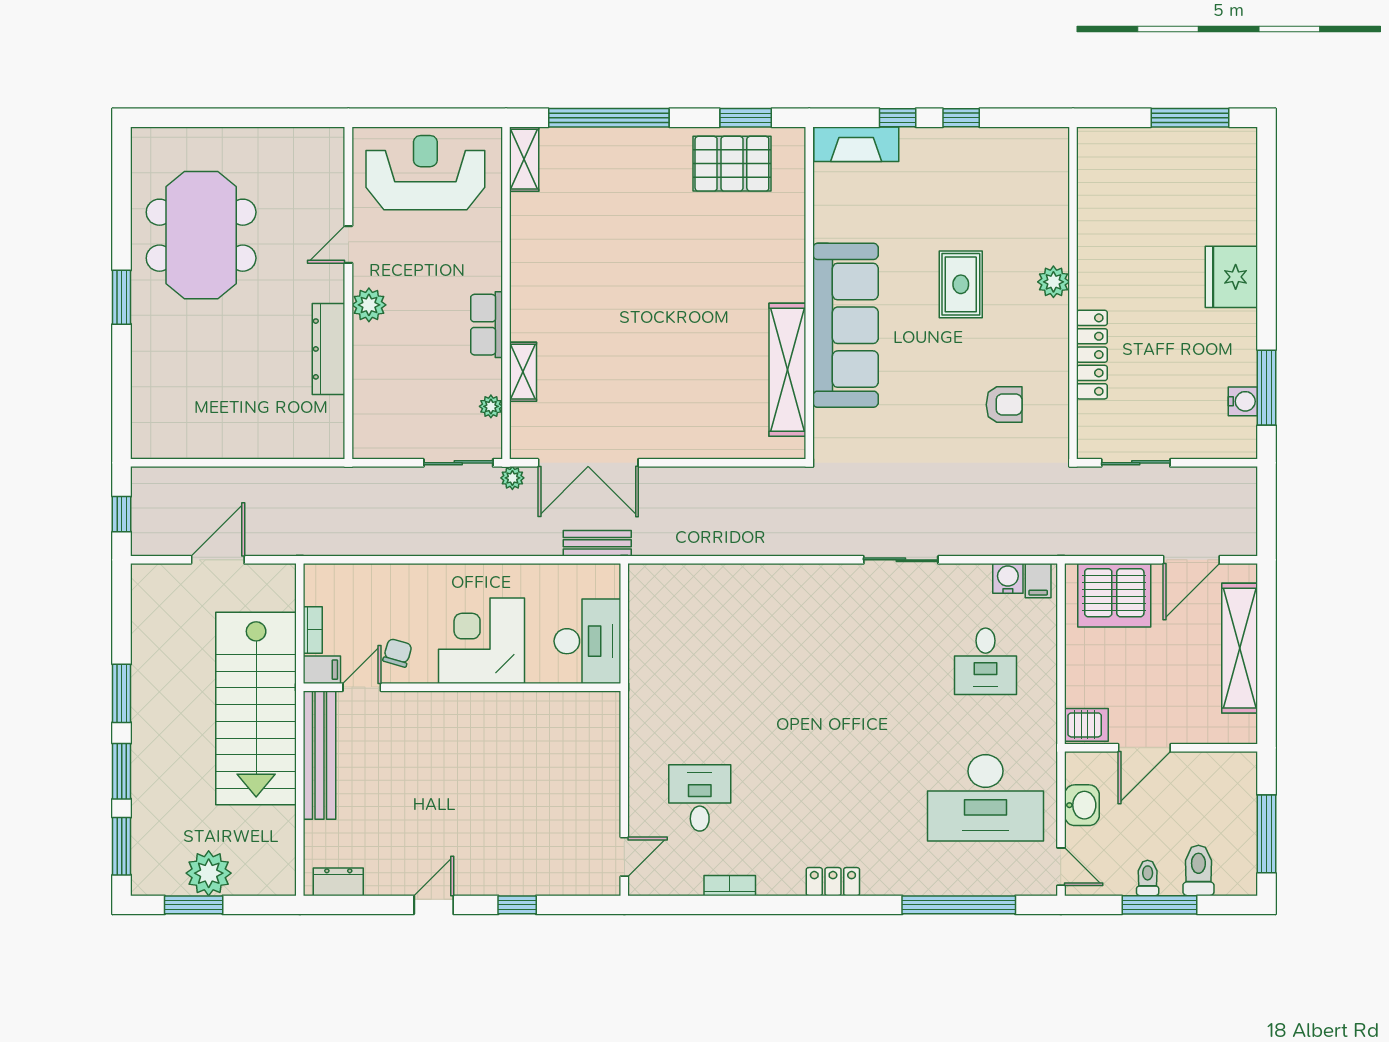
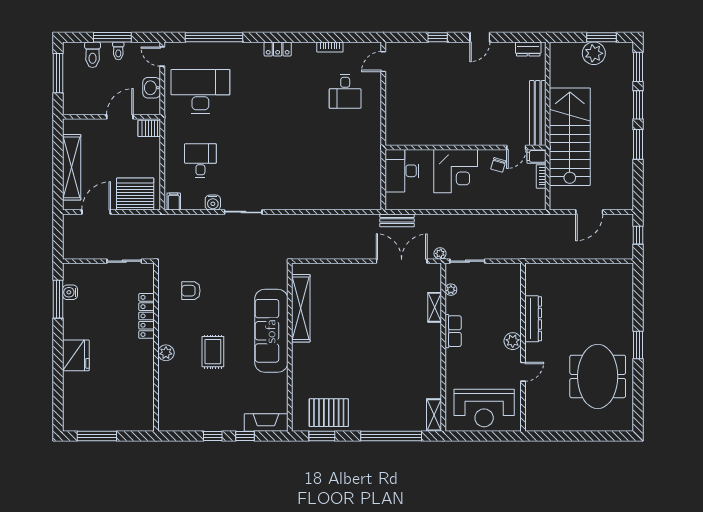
water cooler: (1008, 578) -> (213, 203), moved

